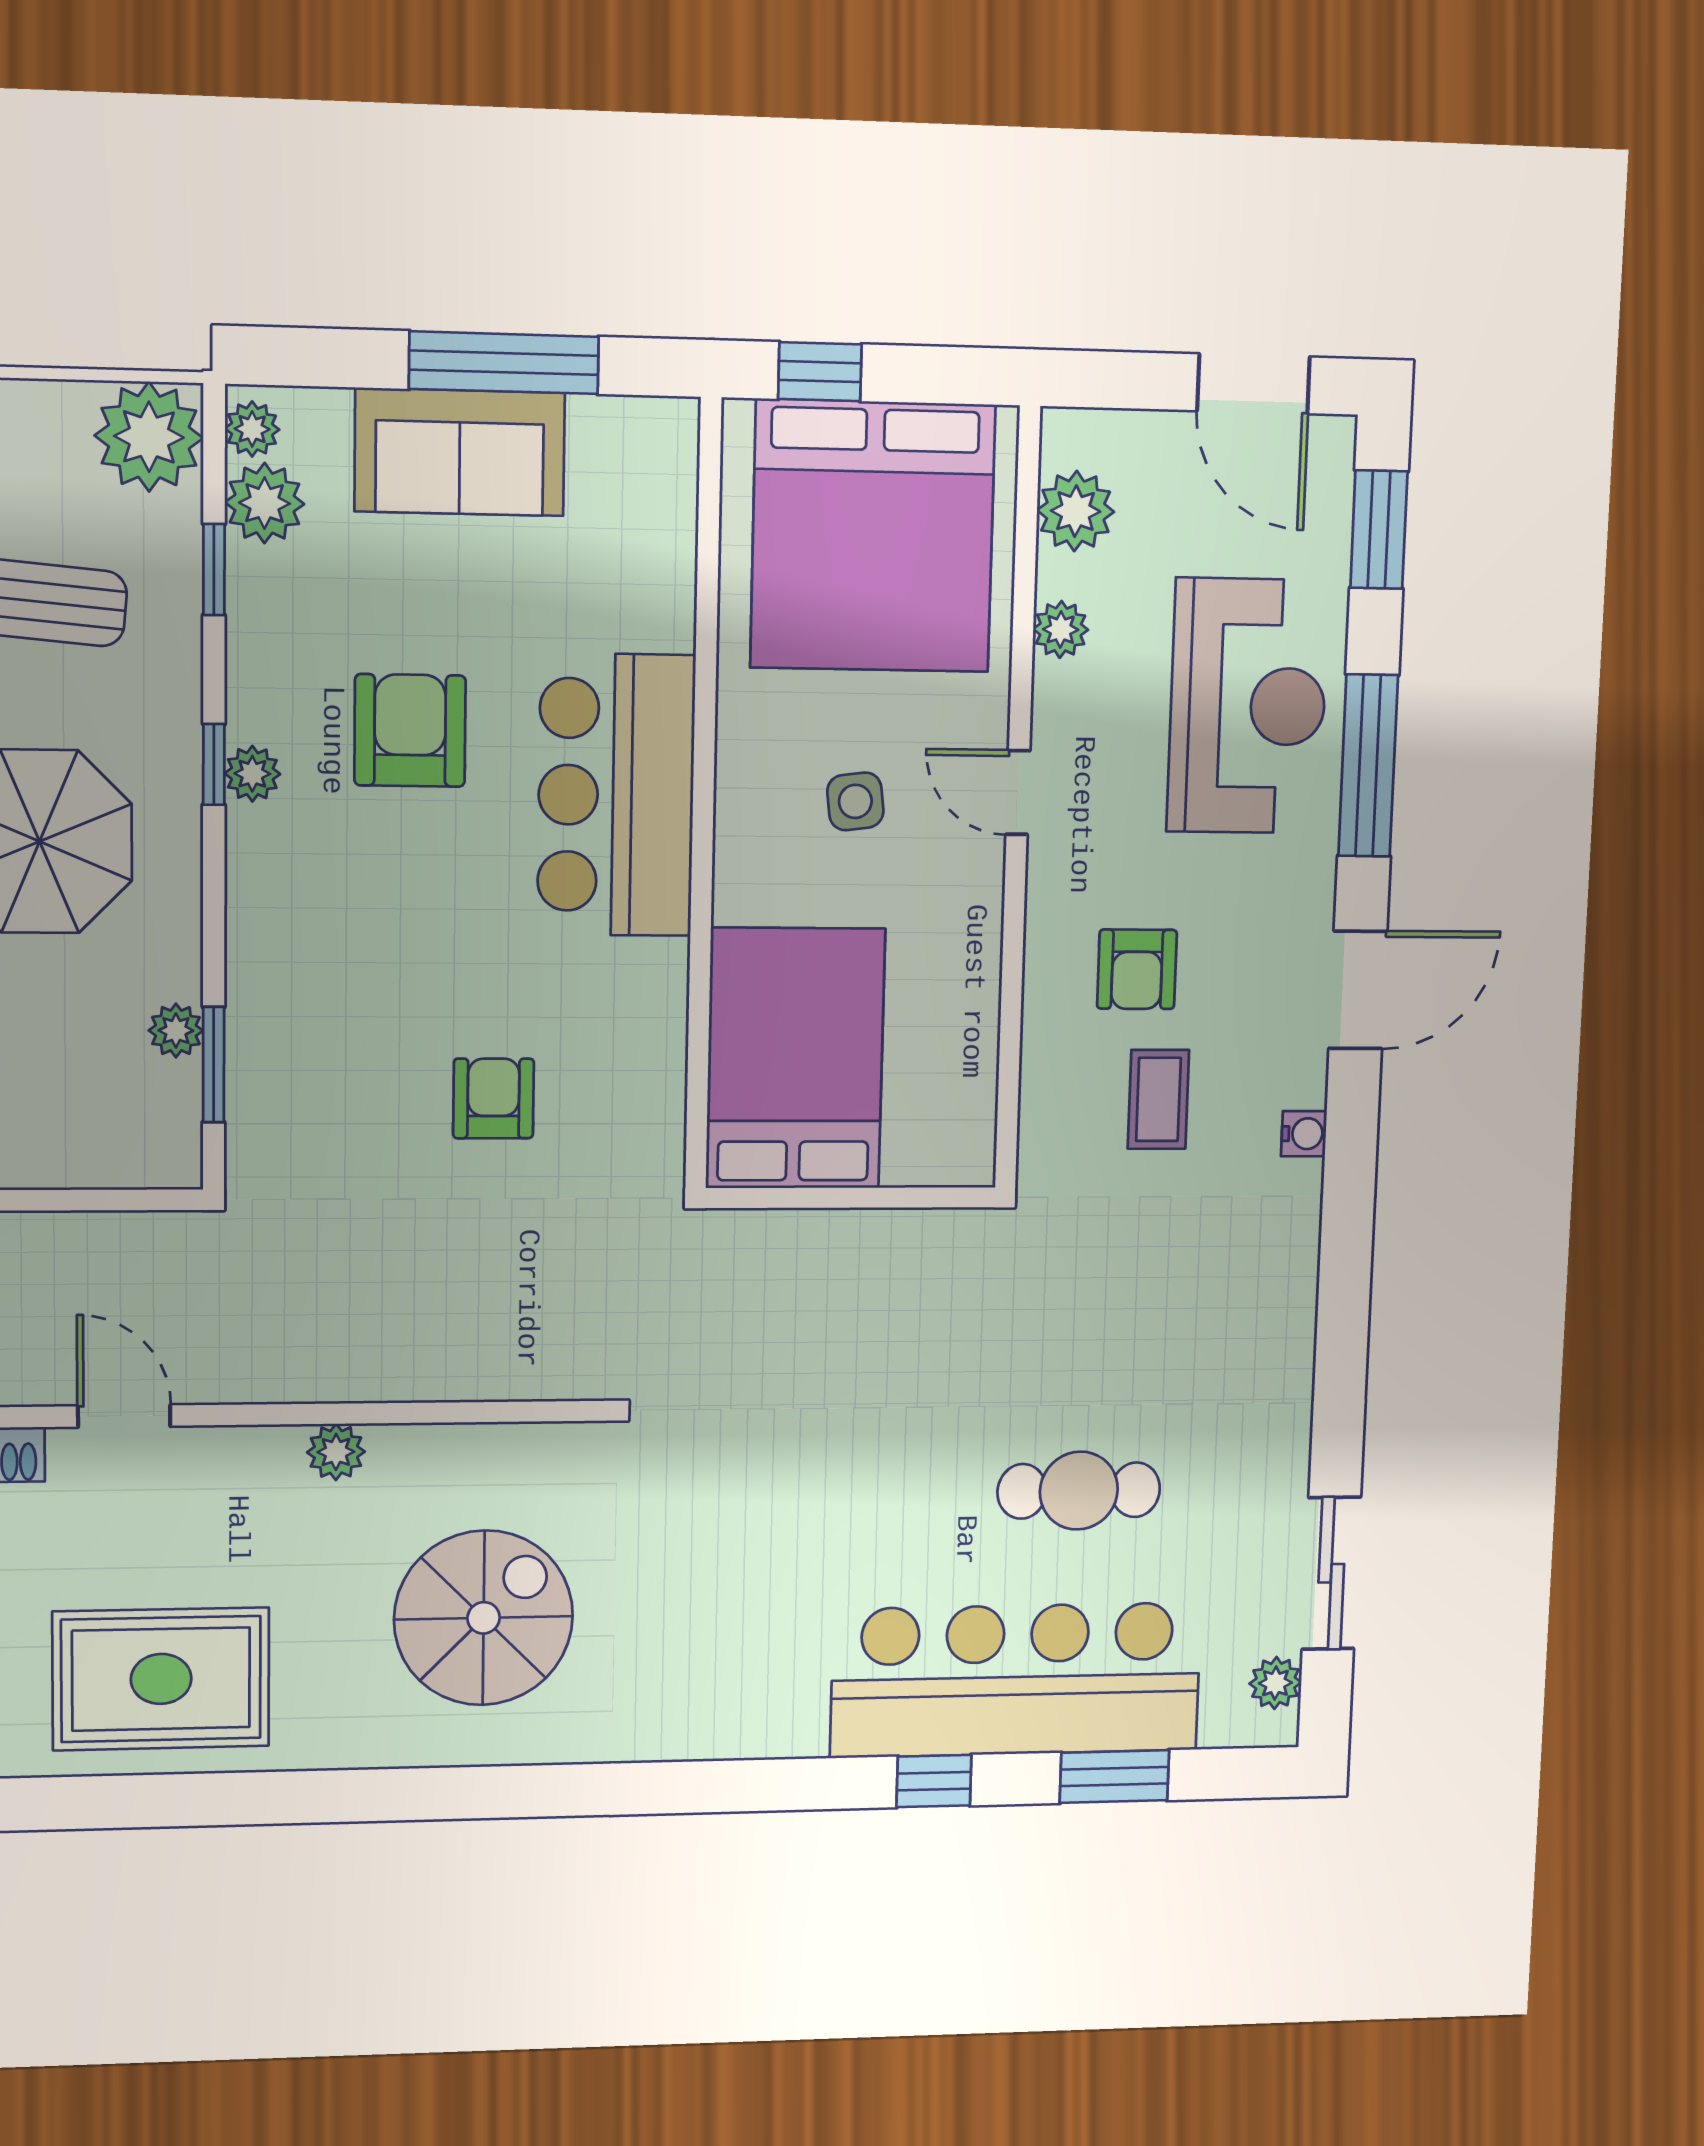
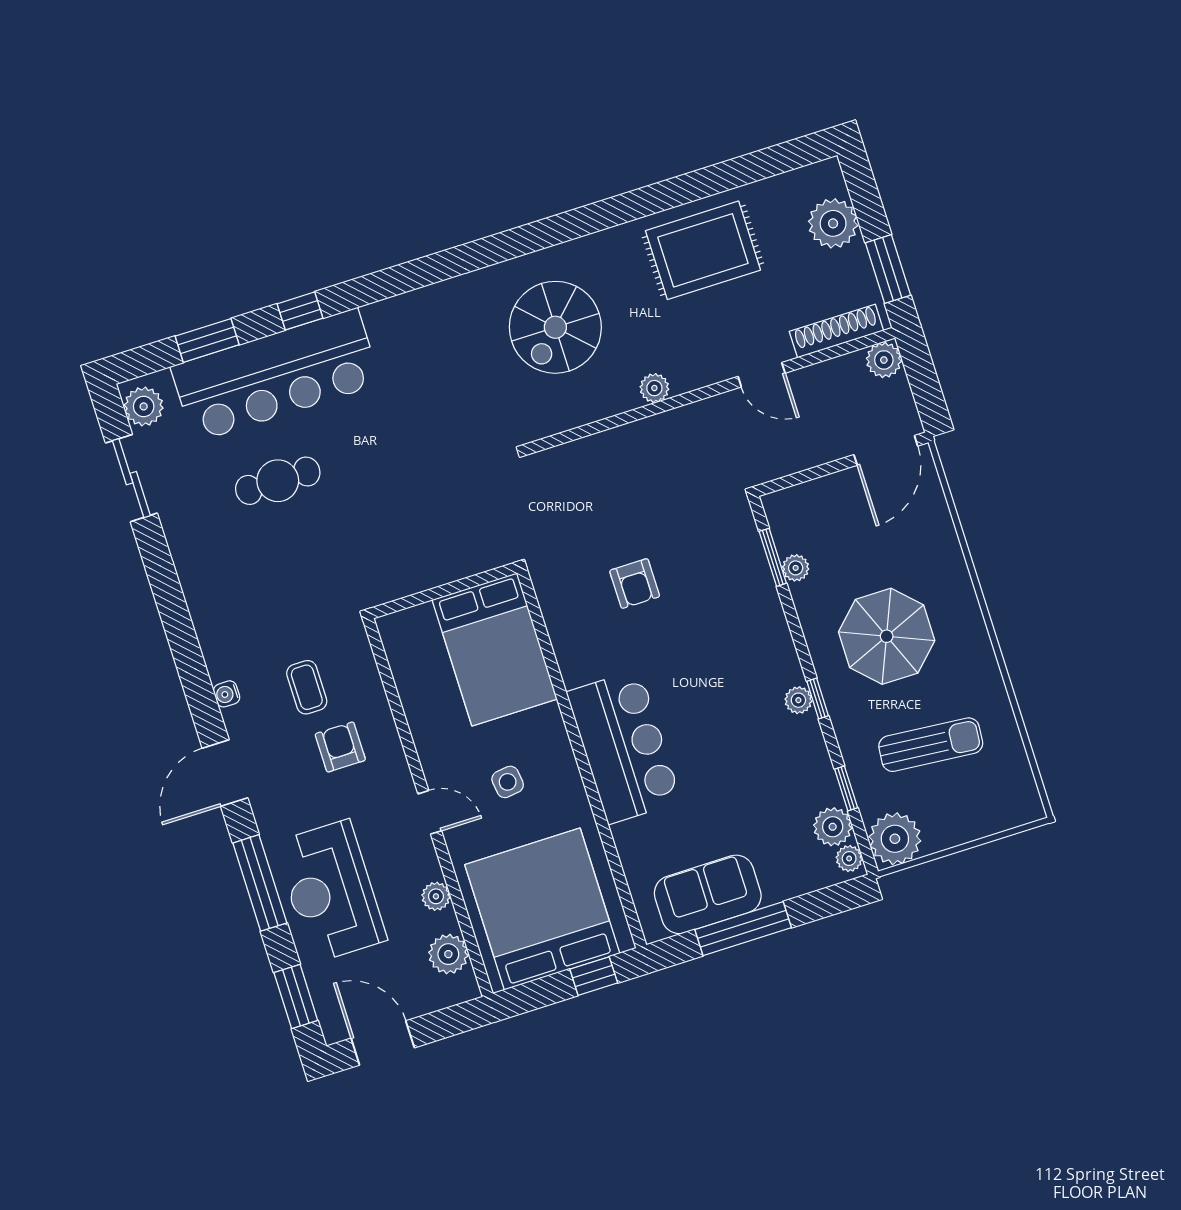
sofa: (460, 452) -> (708, 894), moved
armchair: (410, 730) -> (731, 745), removed
plant: (1275, 1683) -> (144, 406), width x1.38, depth x1.38

